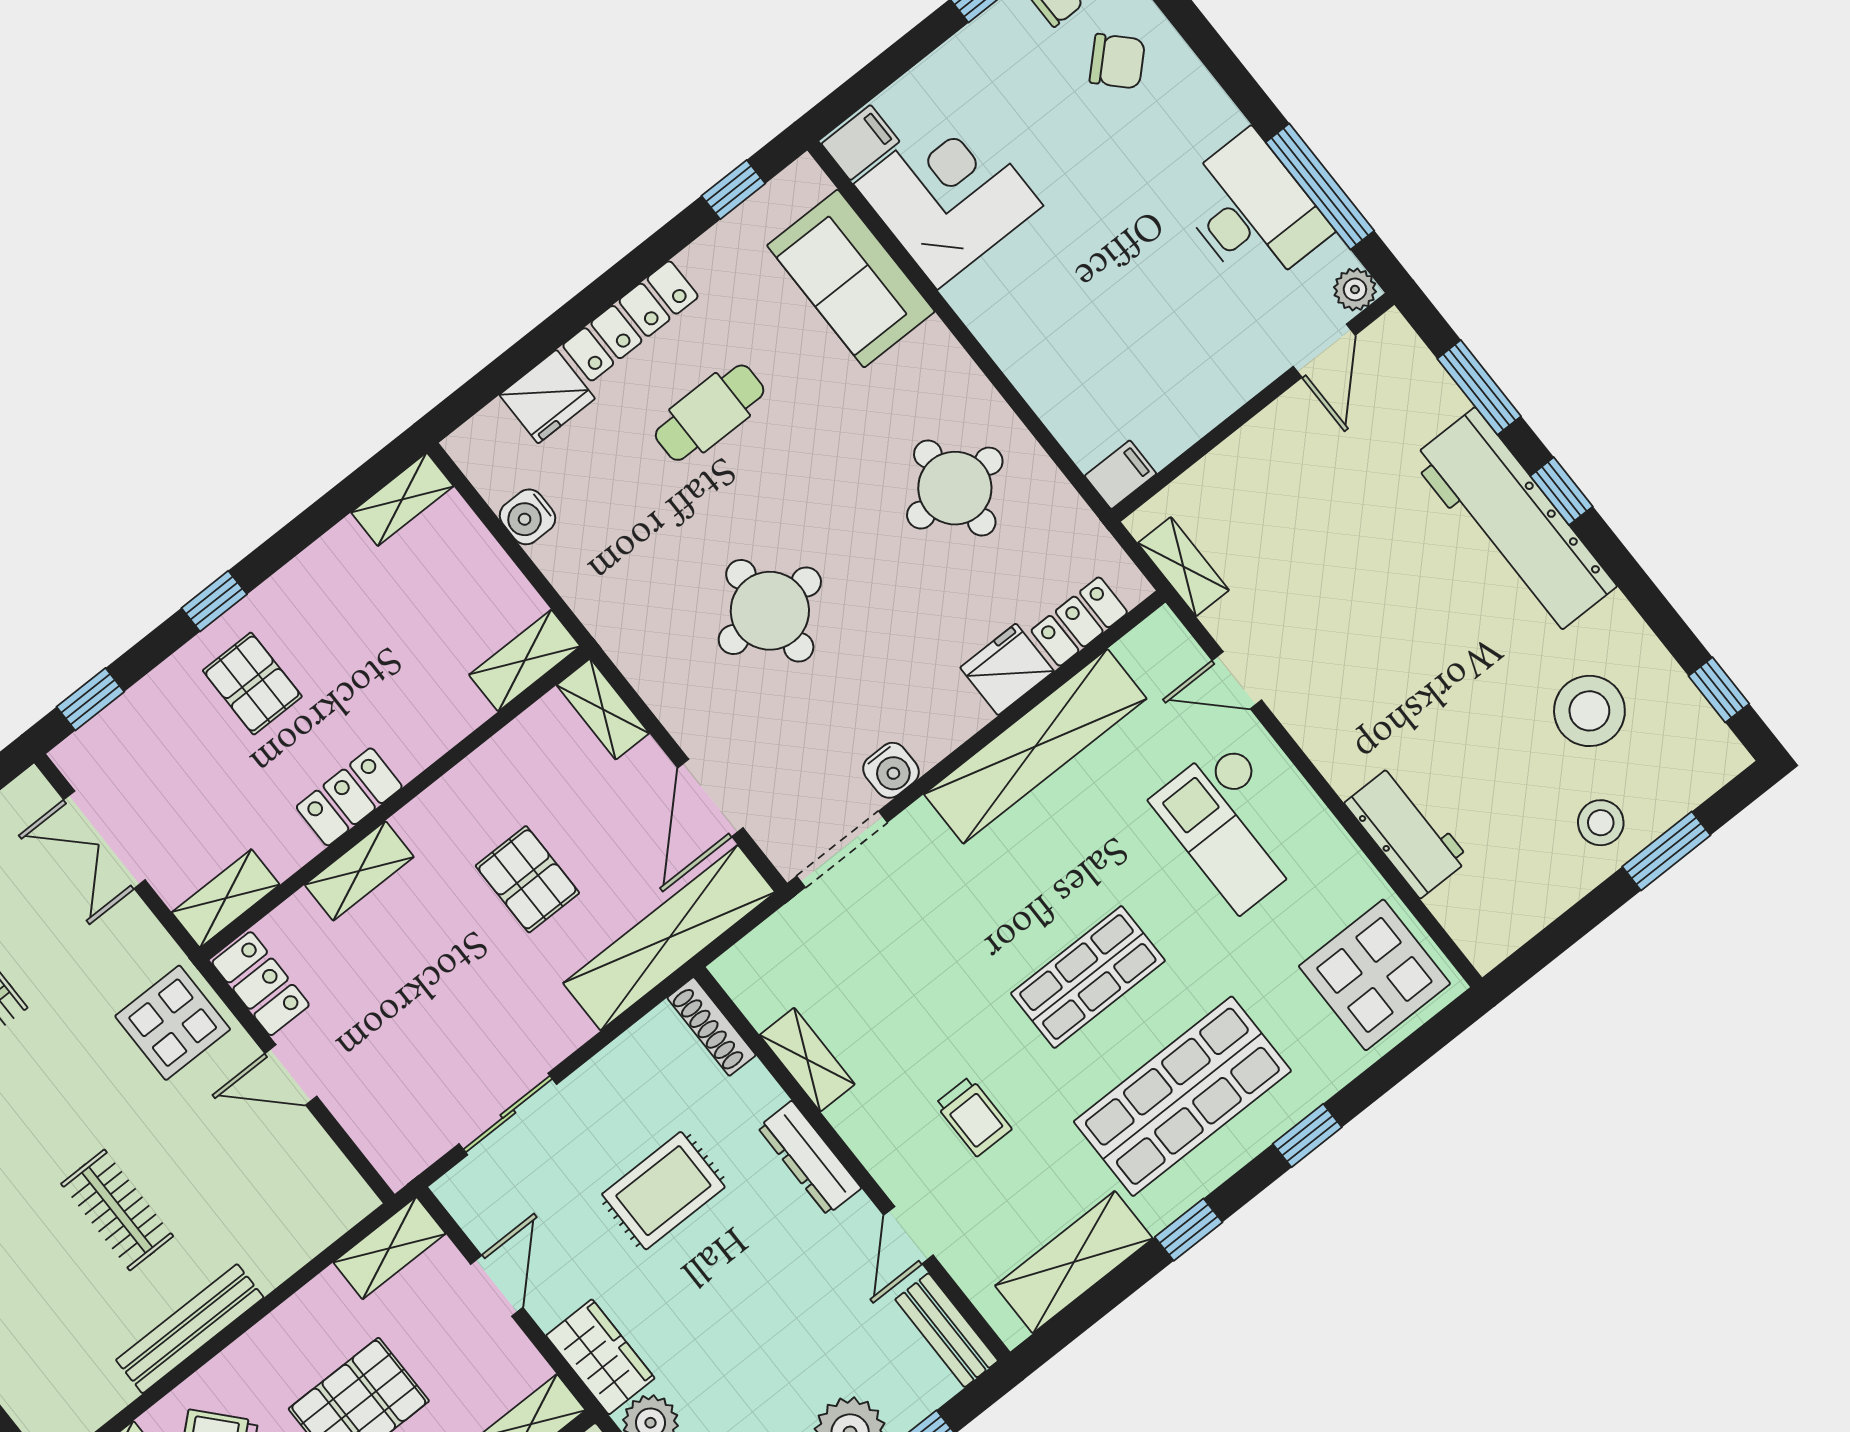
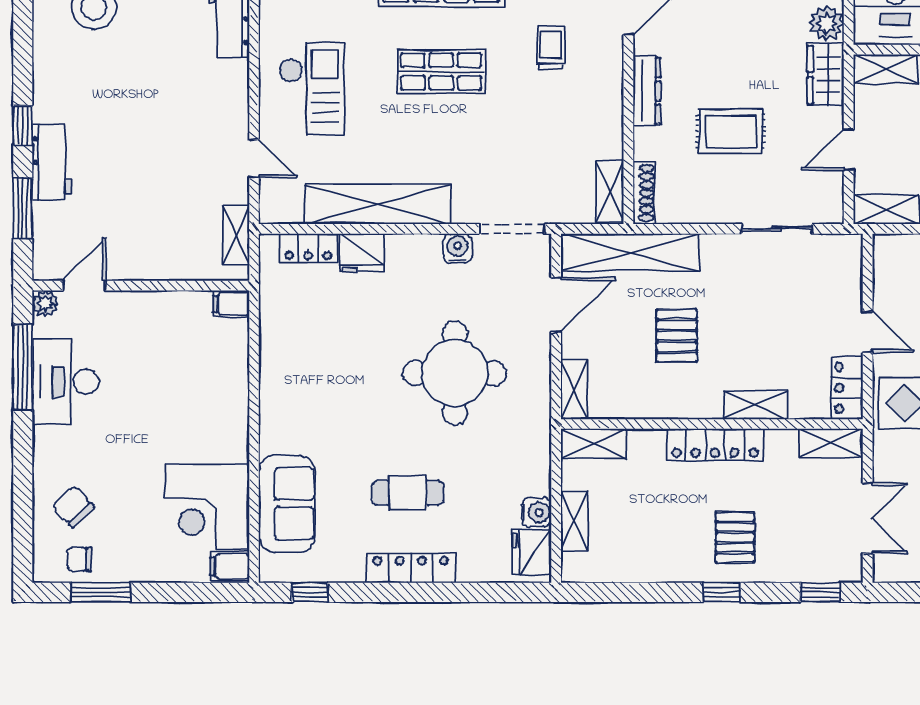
fridge: (547, 397) -> (532, 552), moved, turned -90
round table: (955, 488) -> (317, 361), removed
shelving: (402, 499) -> (574, 521), moved, turned 90
workbench: (1513, 522) -> (52, 162), width x0.53, depth x0.76
round table: (770, 611) -> (455, 373), width x1.36, depth x1.36
locker: (349, 797) -> (715, 445), width x1.53
shelving: (807, 1060) -> (610, 192), moved

